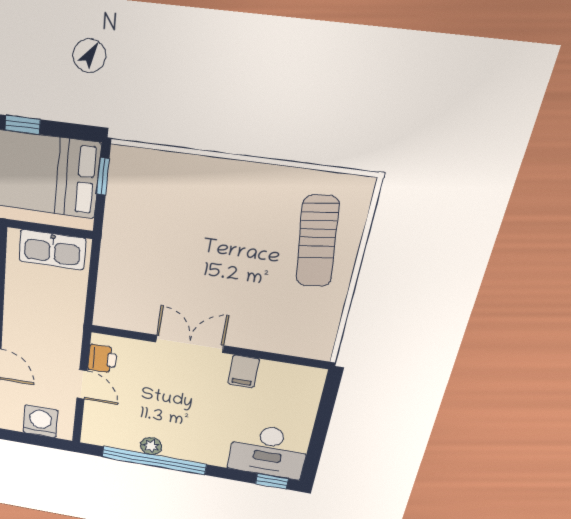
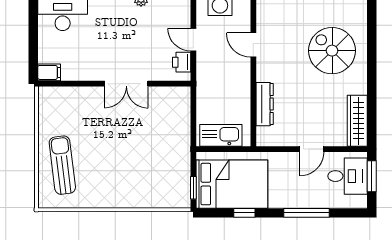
filing cabinet: (244, 371) -> (49, 72), moved, turned 90

